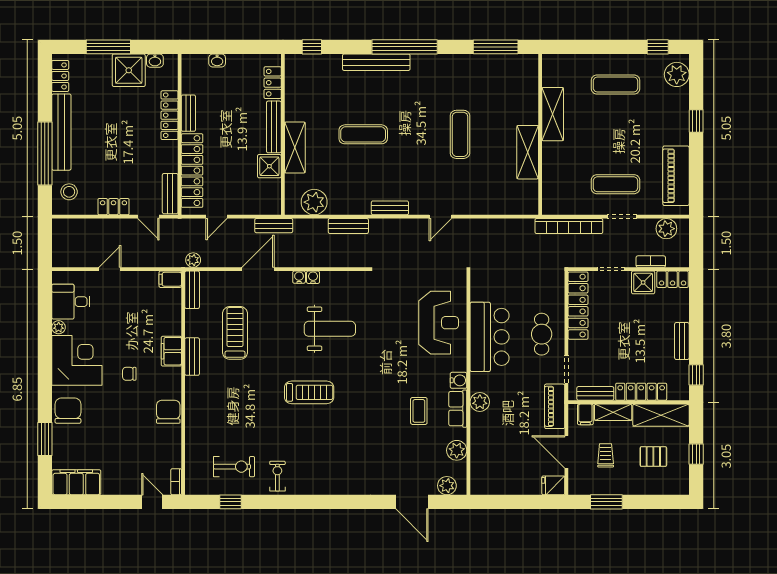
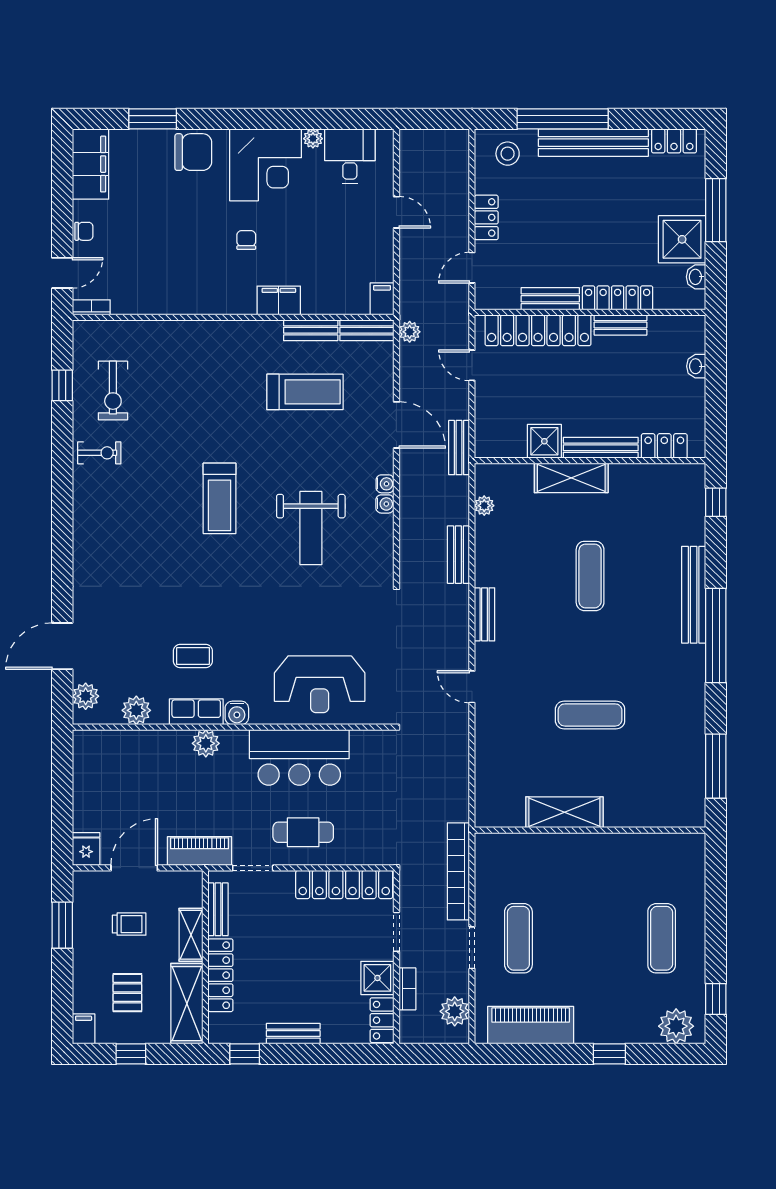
shelving: (553, 114) -> (619, 848), removed
bench: (170, 194) -> (550, 299), moved
plant: (314, 202) -> (484, 506), width x0.53, depth x0.53
bench: (192, 357) -> (311, 330), moved
chair: (168, 412) -> (84, 231), moved, width x0.54, depth x0.54
filing cabinet: (585, 414) -> (84, 1029), moved, turned 90

